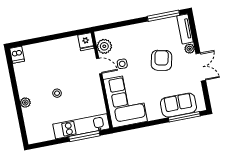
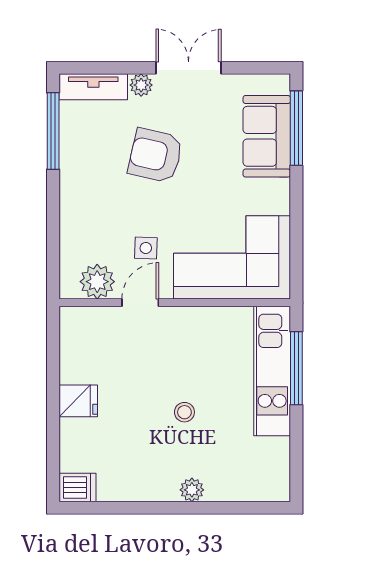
fridge: (86, 42) -> (78, 401), moved

